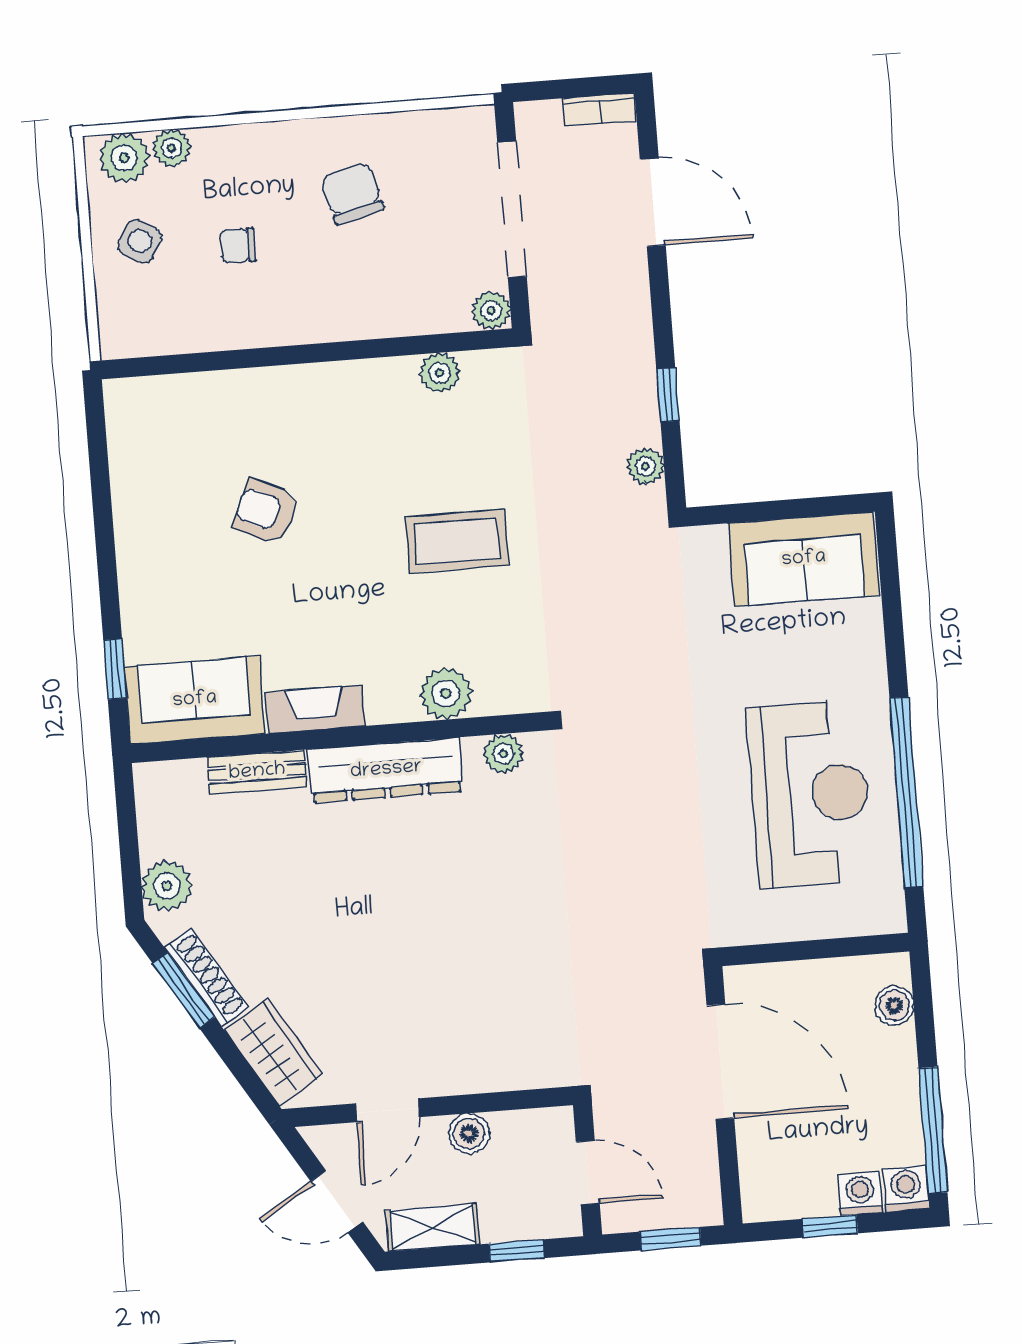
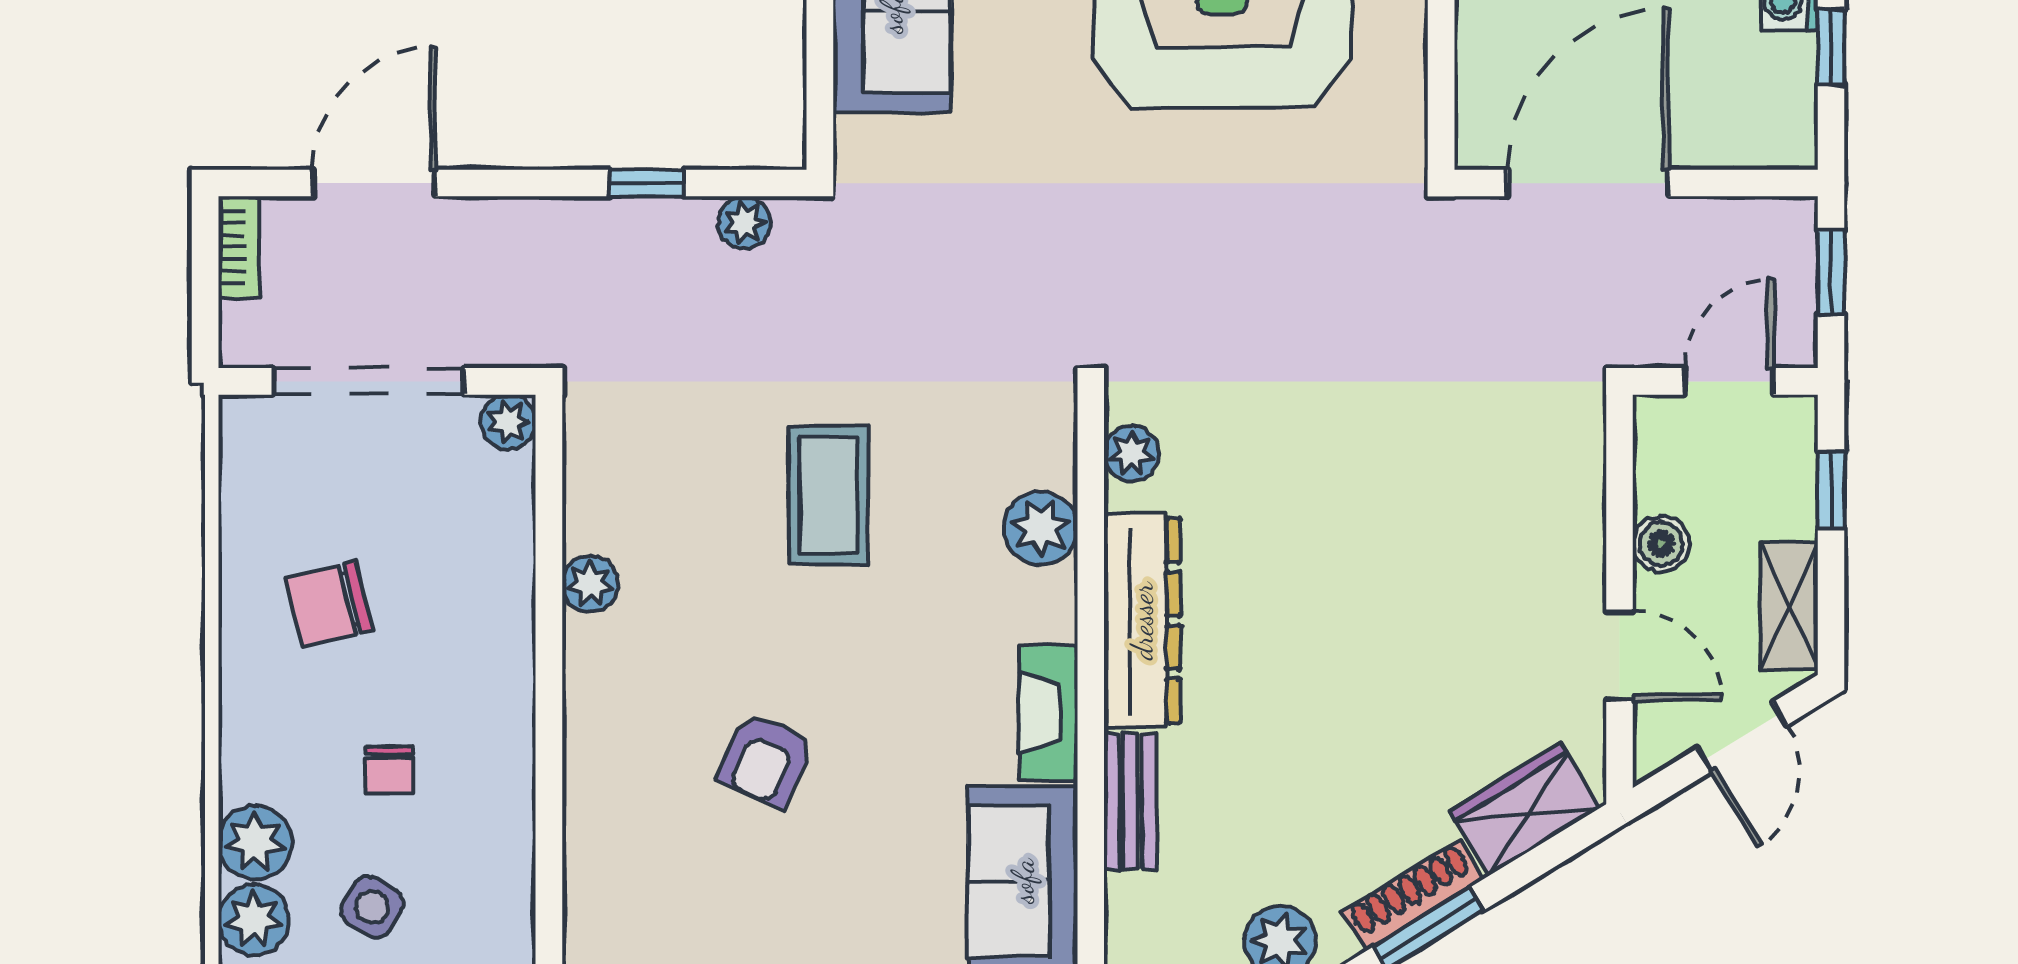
plant: (171, 148) -> (255, 842), width x1.38, depth x1.38
plant: (440, 373) -> (590, 584), moved

